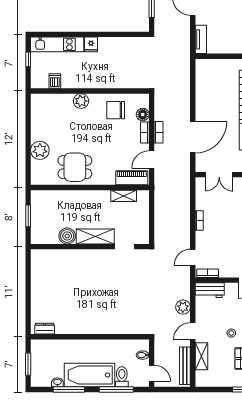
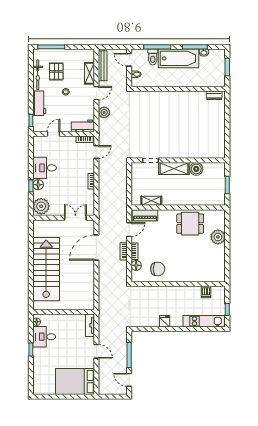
fridge: (91, 44) -> (165, 321), moved
plant: (81, 101) -> (185, 276), removed

